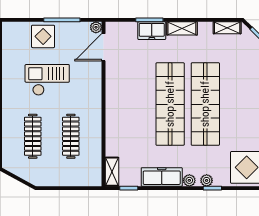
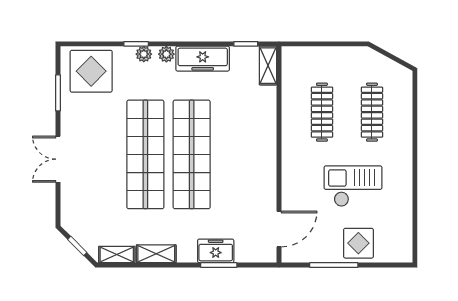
plant: (96, 27) -> (289, 255), removed
shelving: (182, 28) -> (156, 254), moved
checkout: (47, 80) -> (353, 186), turned 180

